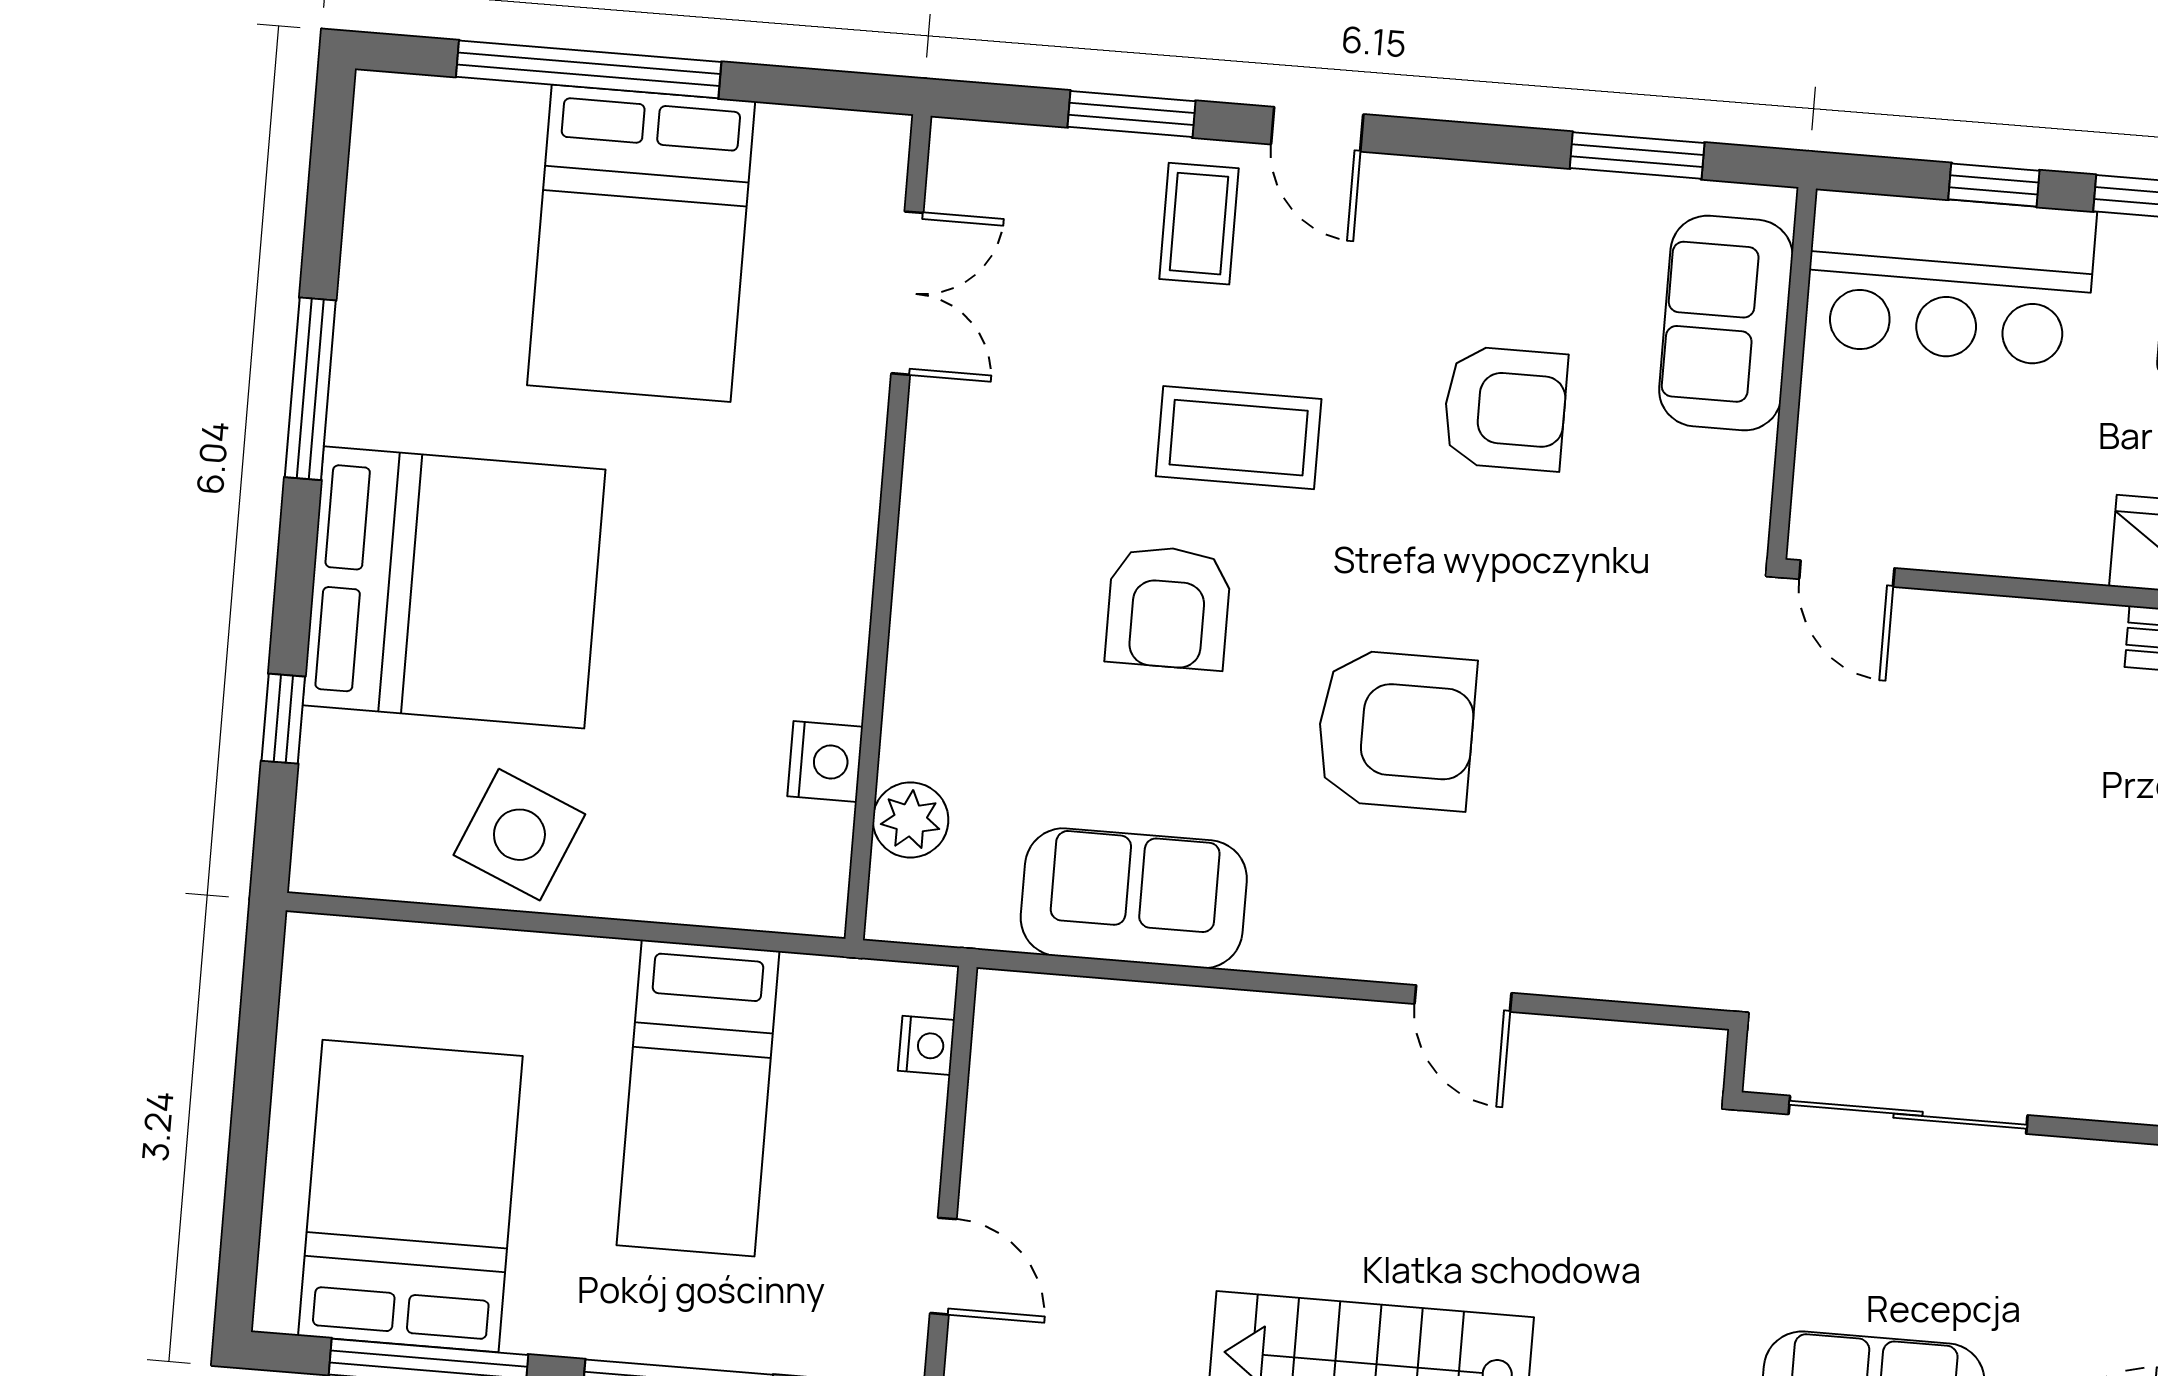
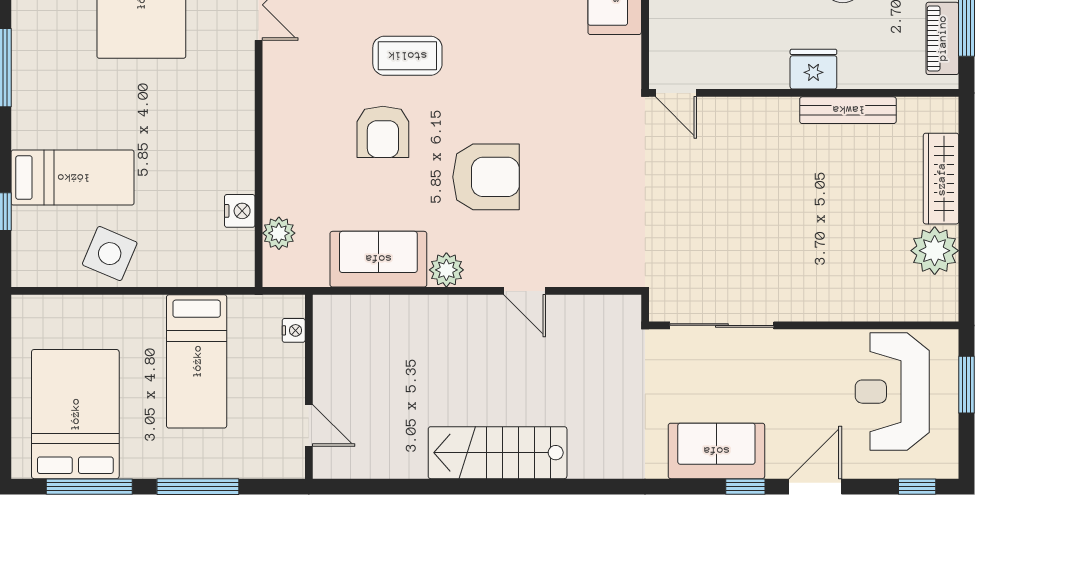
armchair: (1505, 409) -> (522, 34), removed
bed: (454, 587) -> (73, 178), width x0.49
plant: (1288, 936) -> (446, 270), added

